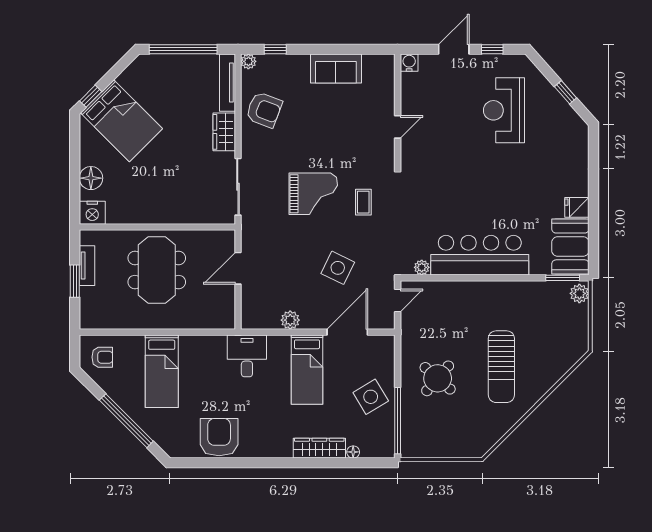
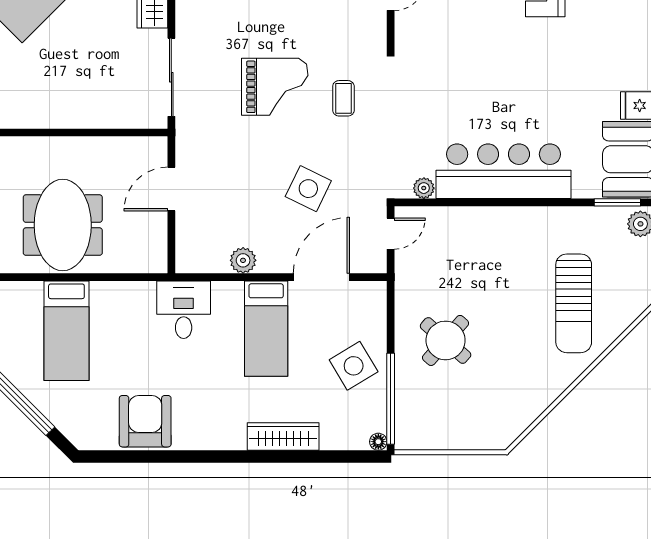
meeting table: (157, 270) -> (63, 225), moved
sun lounger: (501, 367) -> (574, 303), moved
floor lamp: (353, 452) -> (378, 442), moved

